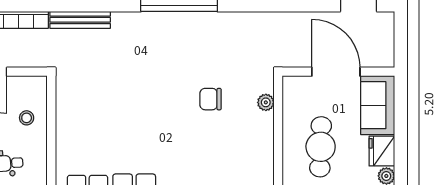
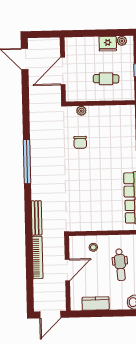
sofa: (378, 105) -> (81, 47), removed
cafe table: (321, 147) -> (106, 79), width x0.73, depth x0.74

